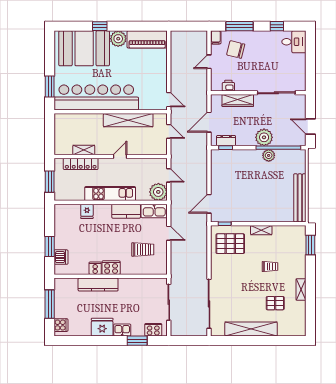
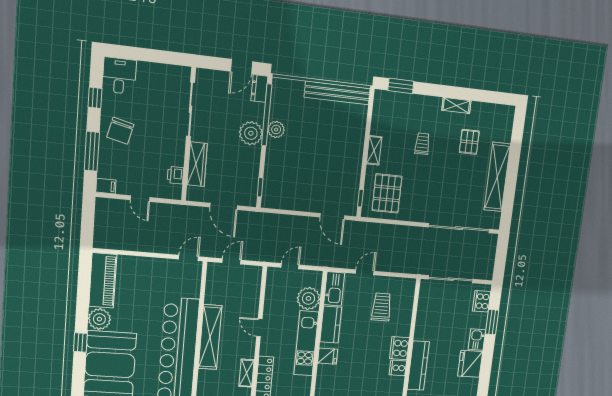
chair: (236, 50) -> (120, 131), moved
shelving: (128, 120) -> (210, 337), moved
dresser: (226, 141) -> (259, 88), moved
plant: (158, 192) -> (308, 298), moved
fridge: (87, 211) -> (328, 356), moved

